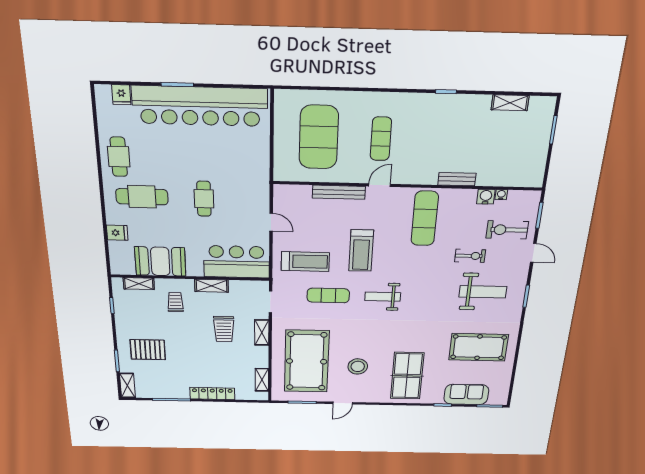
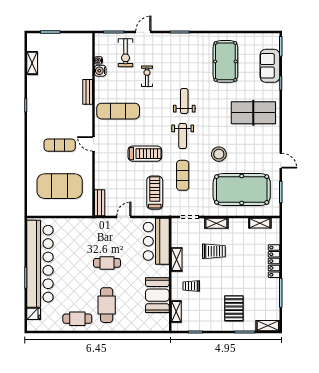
bench: (339, 192) -> (100, 203), moved, width x0.73
fridge: (117, 233) -> (135, 324), removed
weight bench: (483, 292) -> (184, 101), moved, width x0.73, depth x0.75
stool: (358, 366) -> (219, 154), moved

